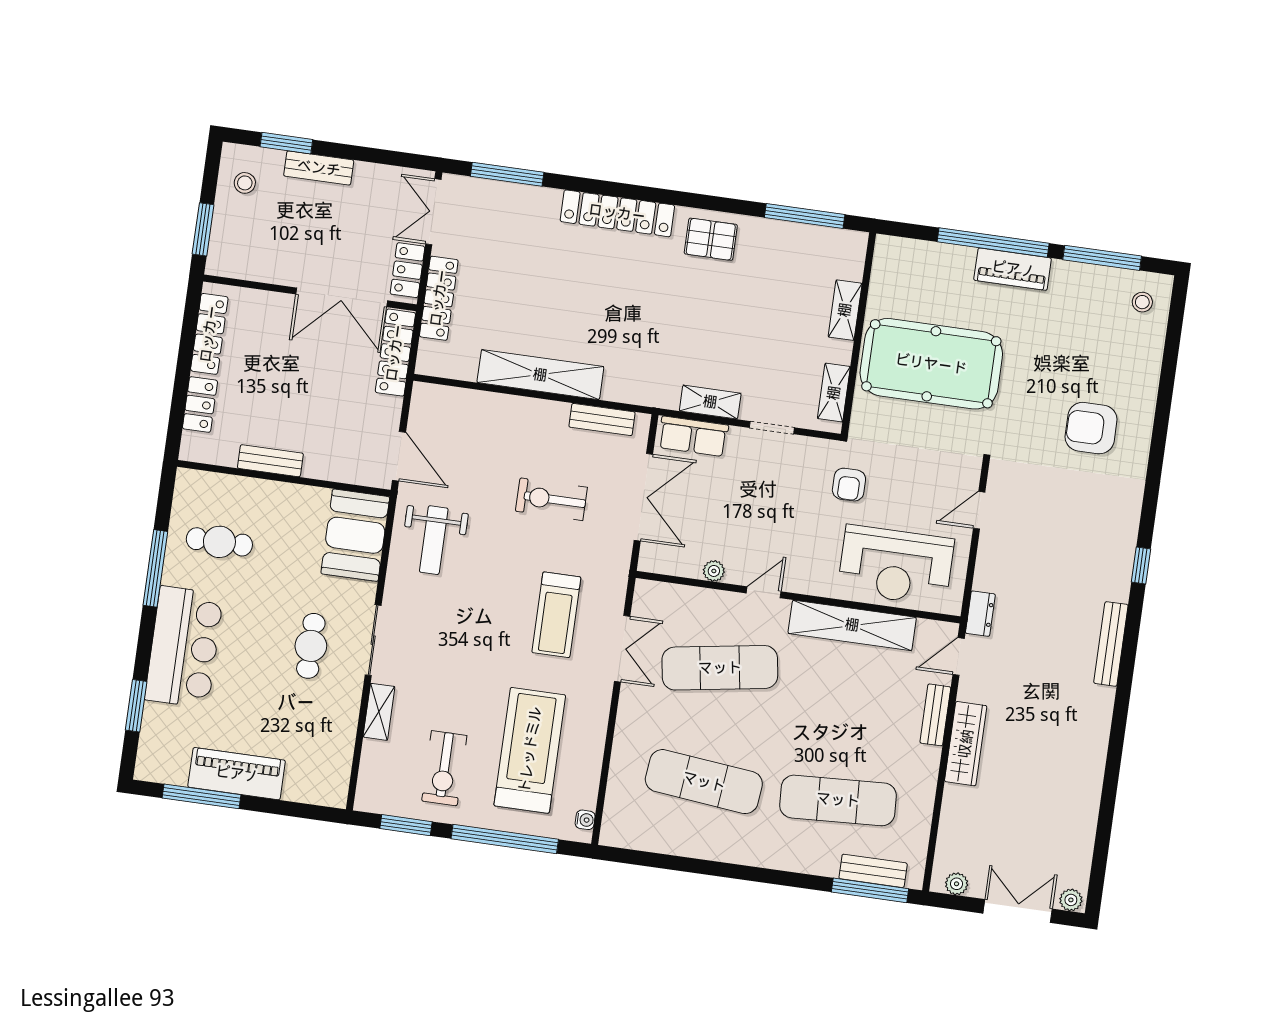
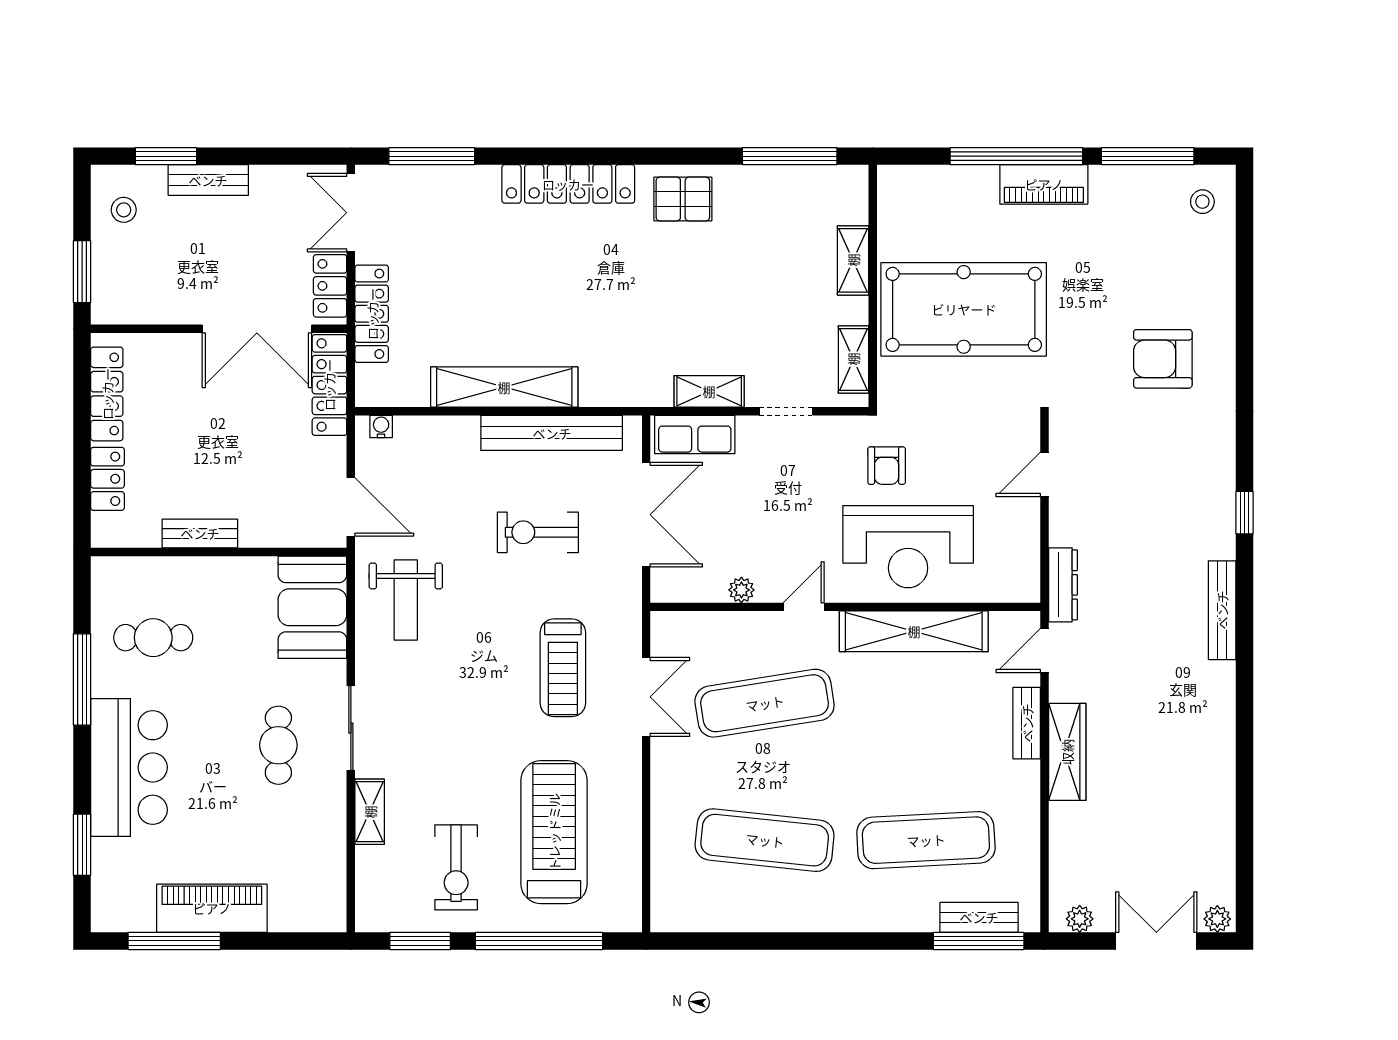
bench: (602, 420) -> (552, 433), width x1.86, depth x1.21
reception desk: (896, 565) -> (908, 547), moved
dresser: (980, 614) -> (1063, 585), width x1.44
water cooler: (585, 820) -> (381, 426), moved, turned -90

